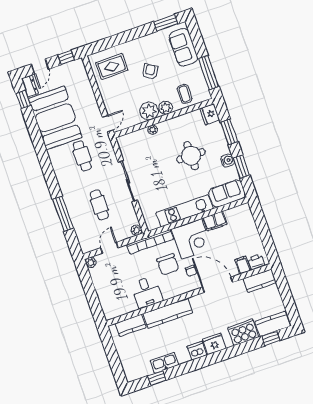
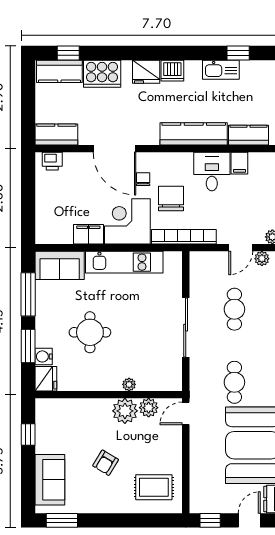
window: (209, 73) -> (28, 434), width x0.46
coffee table: (185, 94) -> (70, 417), removed
plant: (166, 108) -> (149, 408), moved
water cooler: (228, 161) -> (44, 356), moved
window: (241, 167) -> (28, 294), width x1.44
plant: (137, 230) -> (262, 259), moved
filing cabinet: (243, 265) -> (239, 163), moved

